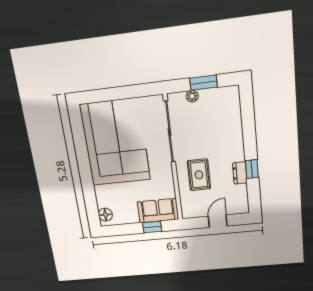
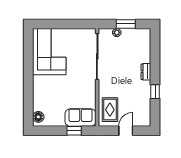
corner sofa: (115, 142) -> (49, 52), width x0.73, depth x0.74
dresser: (240, 173) -> (146, 72), moved
rug: (199, 175) -> (110, 110), moved

